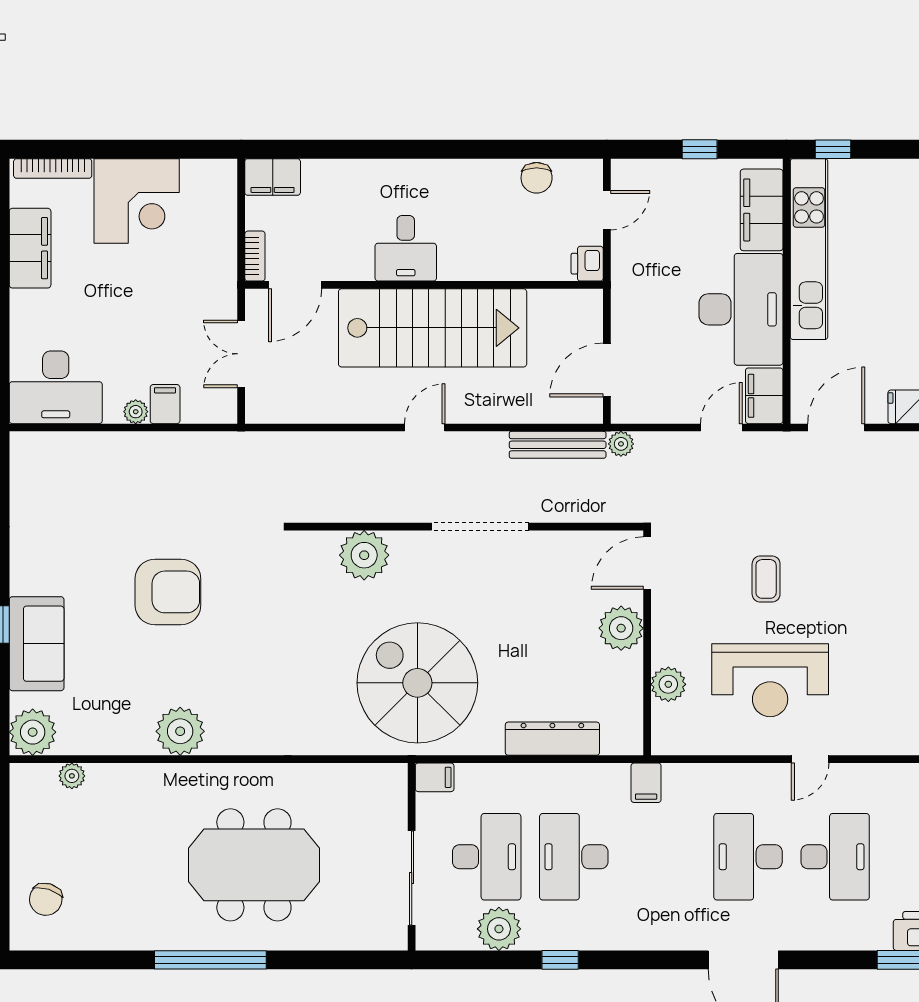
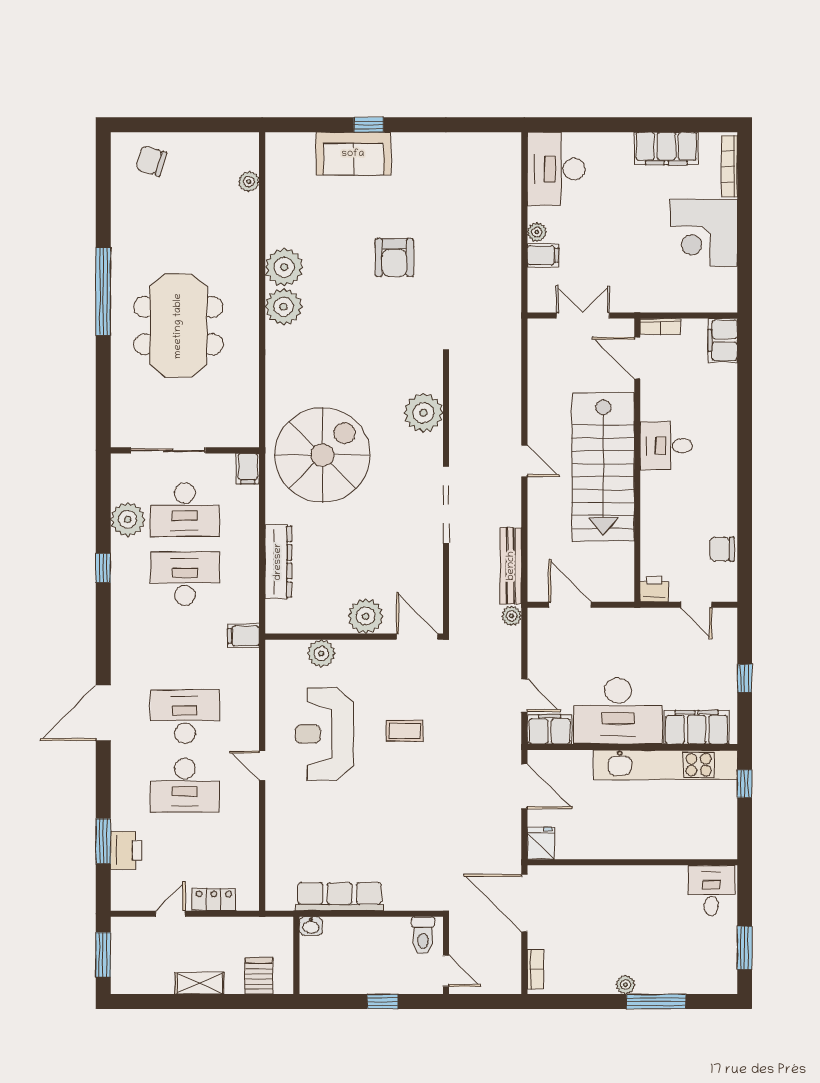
armchair: (168, 592) -> (394, 258), width x0.73, depth x0.73
plant: (33, 732) -> (283, 307), moved

